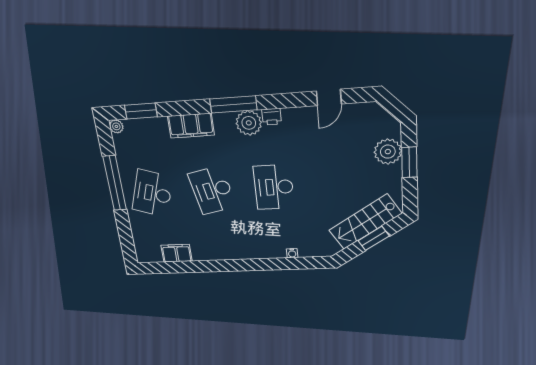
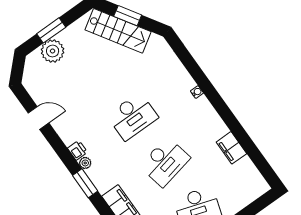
window: (233, 104) -> (85, 183), width x0.69
plant: (249, 123) -> (85, 163), width x0.53, depth x0.53
filing cabinet: (177, 253) -> (231, 148), moved
water cooler: (292, 253) -> (197, 92), moved

